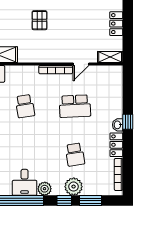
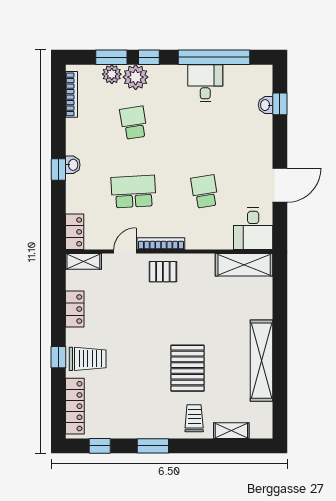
pallet: (40, 20) -> (163, 272), moved, turned 90
locker: (116, 145) -> (75, 232), moved
plant: (45, 189) -> (112, 74), moved

